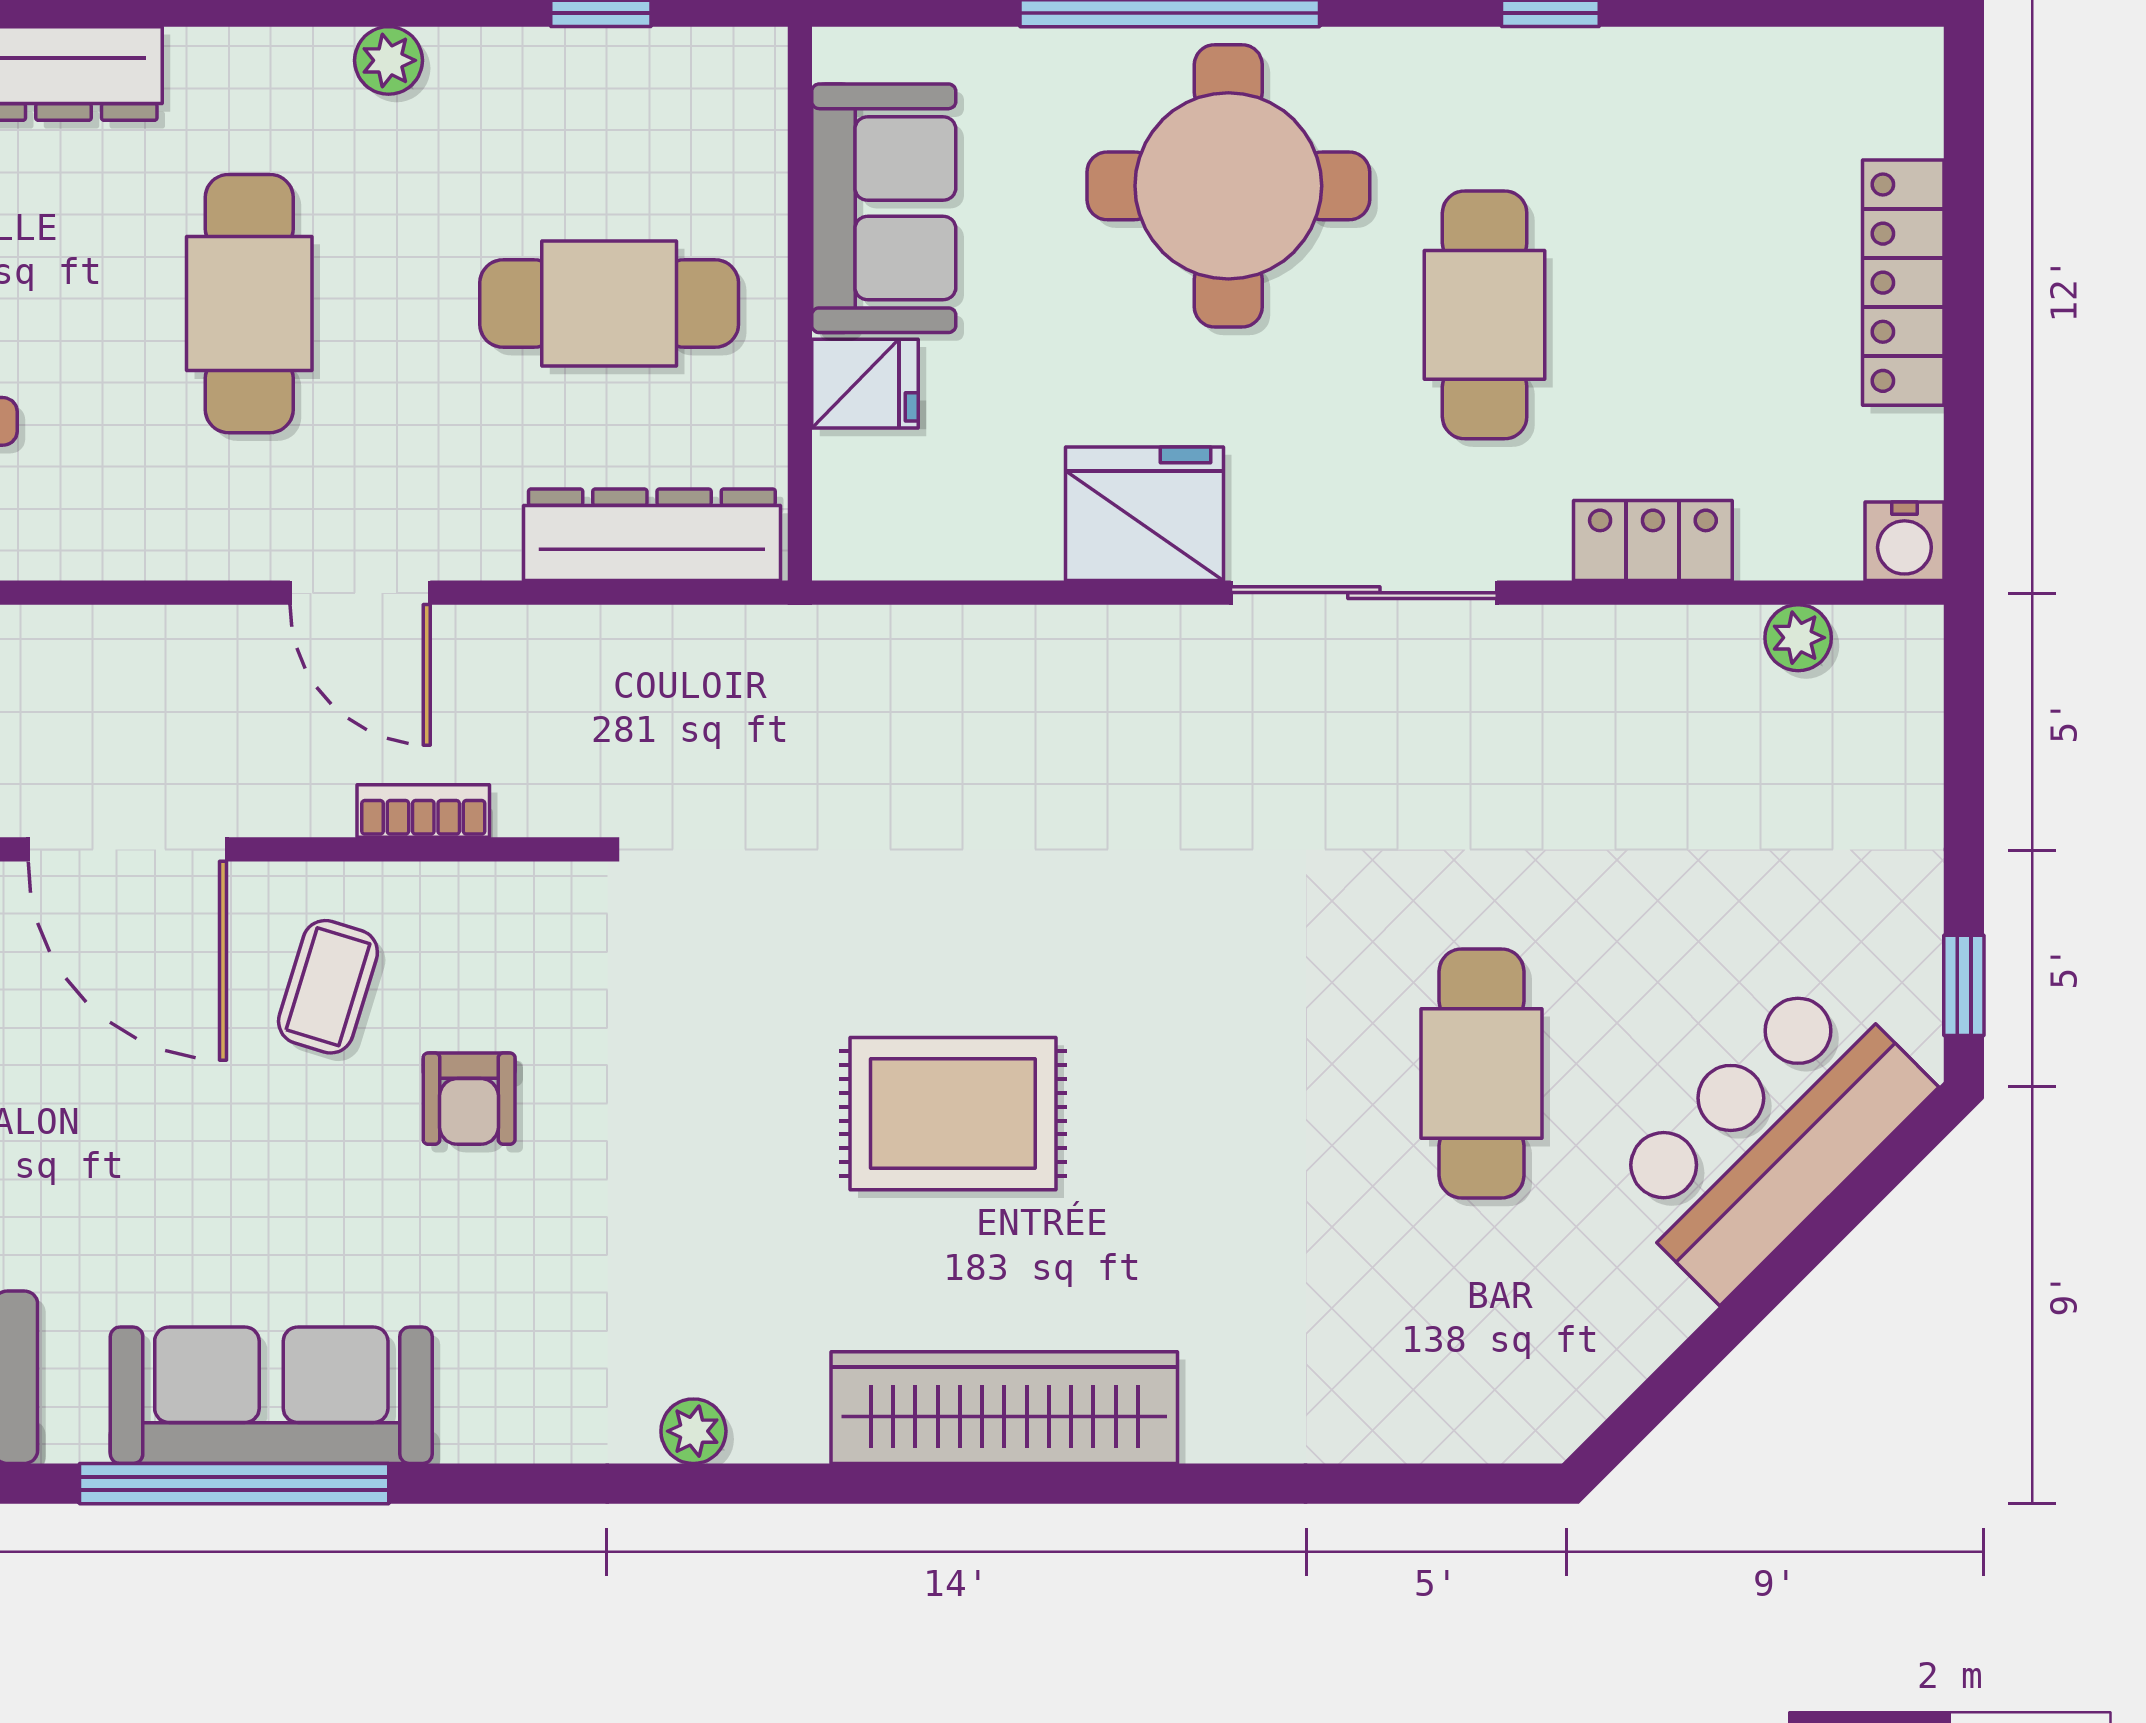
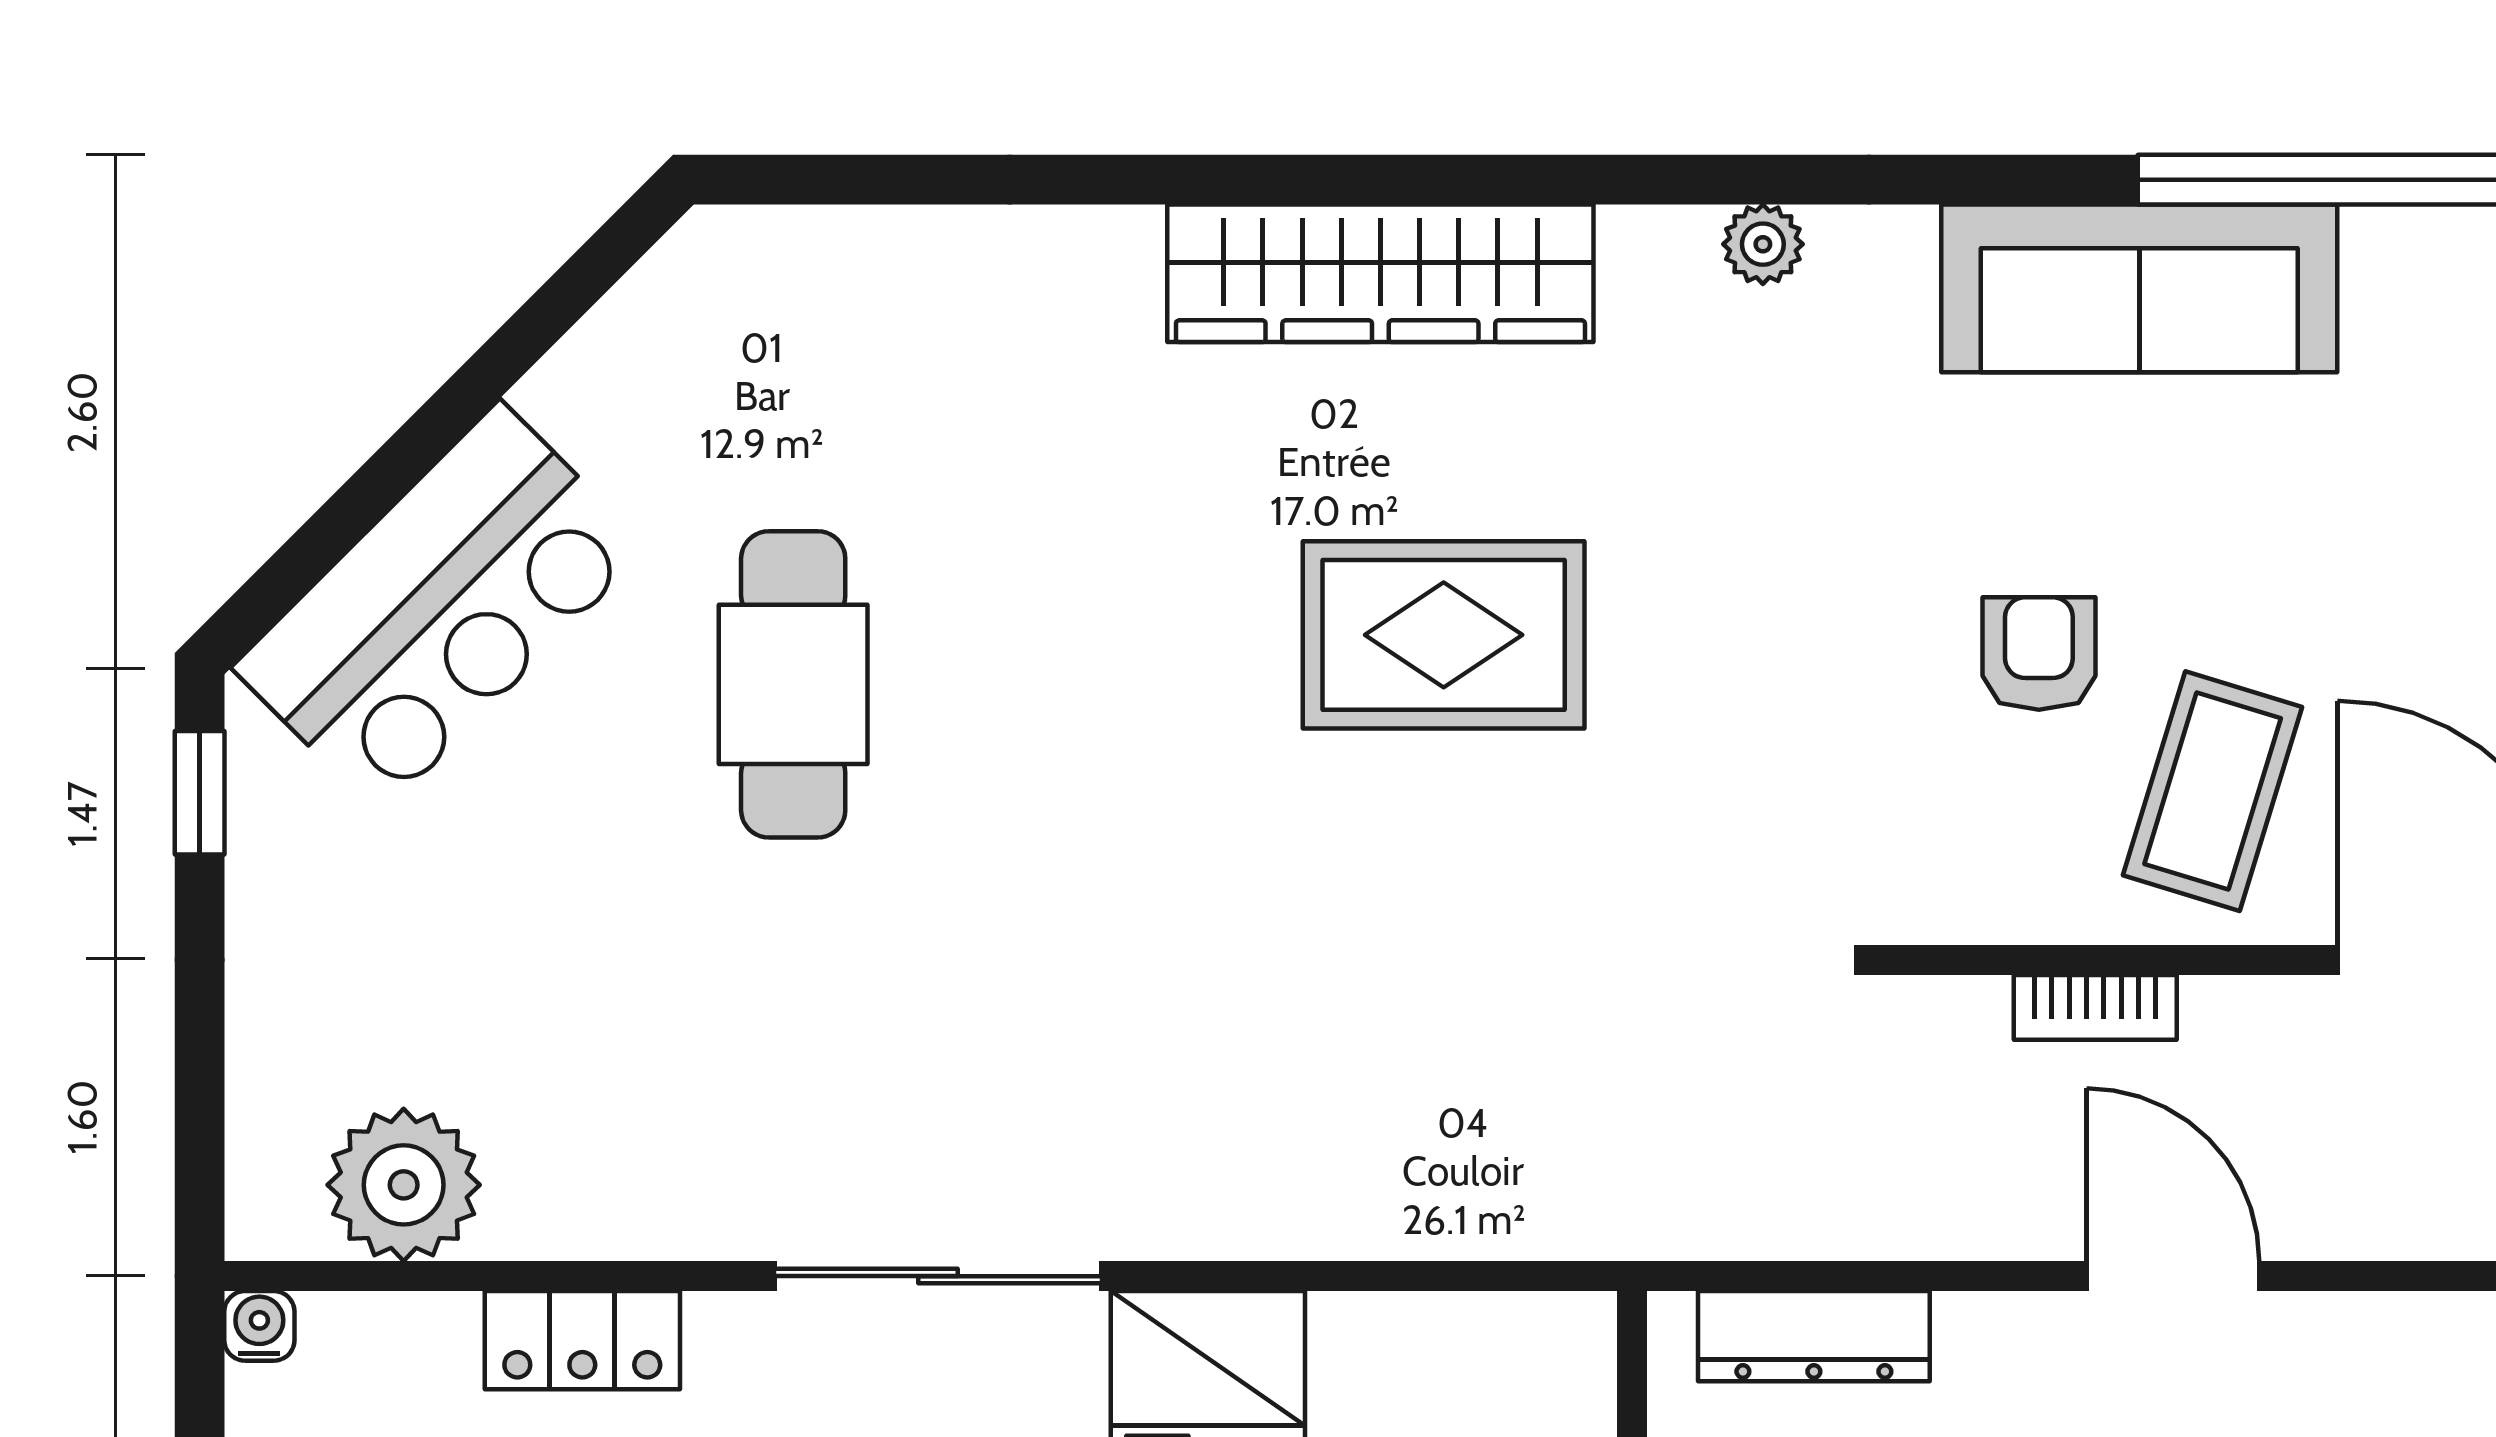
dresser: (652, 535) -> (1814, 1336), width x0.73, depth x0.80
water cooler: (1904, 541) -> (259, 1326), width x0.72, depth x0.72
plant: (1798, 638) -> (404, 1185), width x1.87, depth x1.87
coffee table: (328, 987) -> (2213, 791), width x1.36, depth x1.30
sofa: (271, 1395) -> (2139, 288), moved

